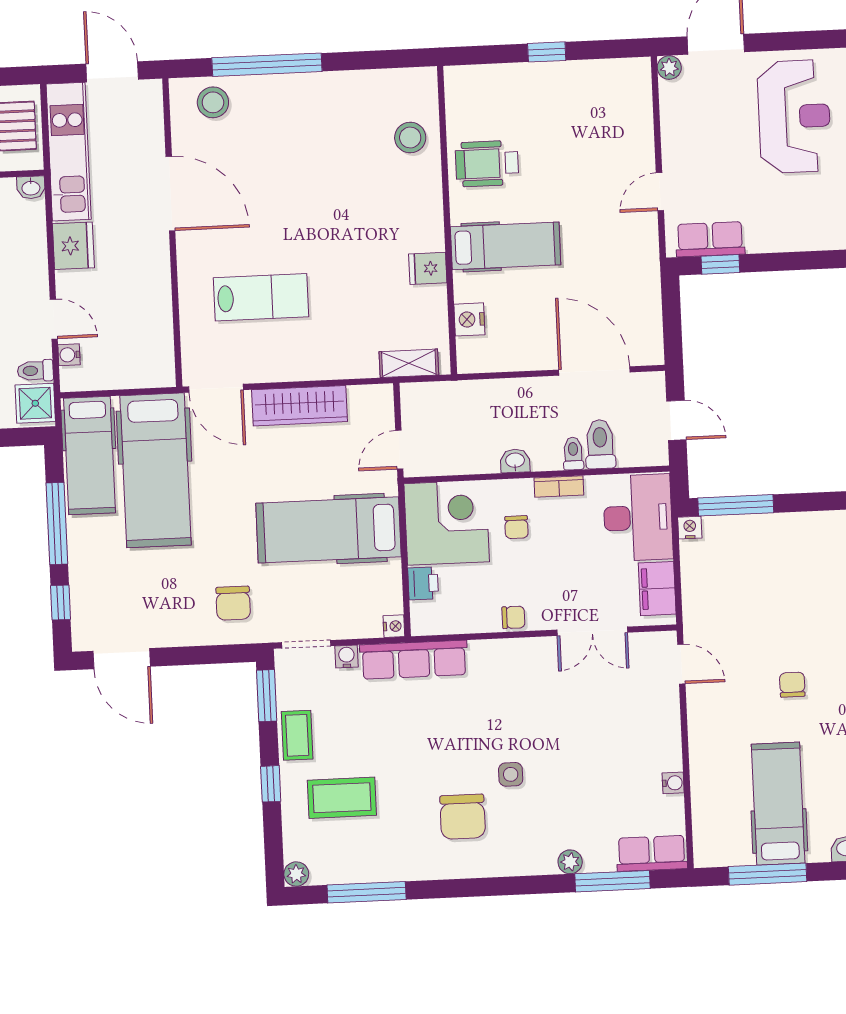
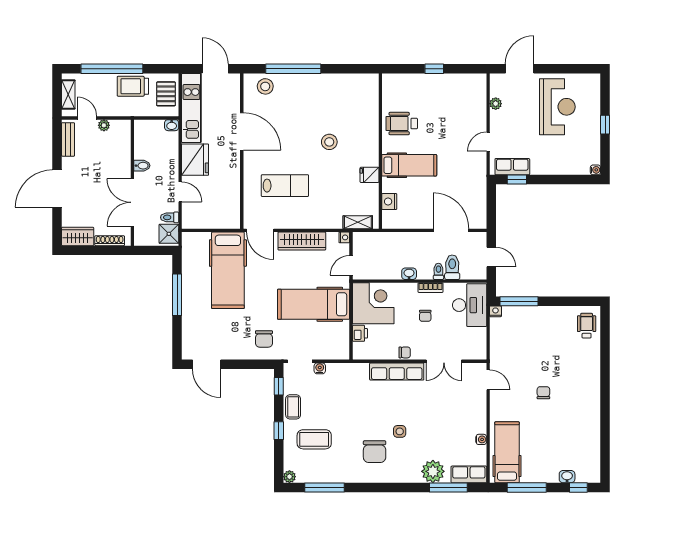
plant: (669, 68) -> (496, 104), moved
stool: (410, 138) -> (329, 142), moved
fridge: (73, 246) -> (195, 160), width x1.36, depth x1.34
water cooler: (69, 355) -> (187, 210), removed
hospital bed: (89, 456) -> (195, 261), removed
chair: (516, 527) -> (425, 316), moved
filing cabinet: (657, 589) -> (478, 341), removed
window: (61, 602) -> (177, 335), removed
nightstand: (394, 626) -> (344, 237), moved
row of seats: (414, 660) -> (397, 372), moved
window: (267, 696) -> (279, 386), width x0.67
hospital bed: (778, 804) -> (507, 452), moved
plant: (570, 862) -> (433, 471), width x1.88, depth x1.88

